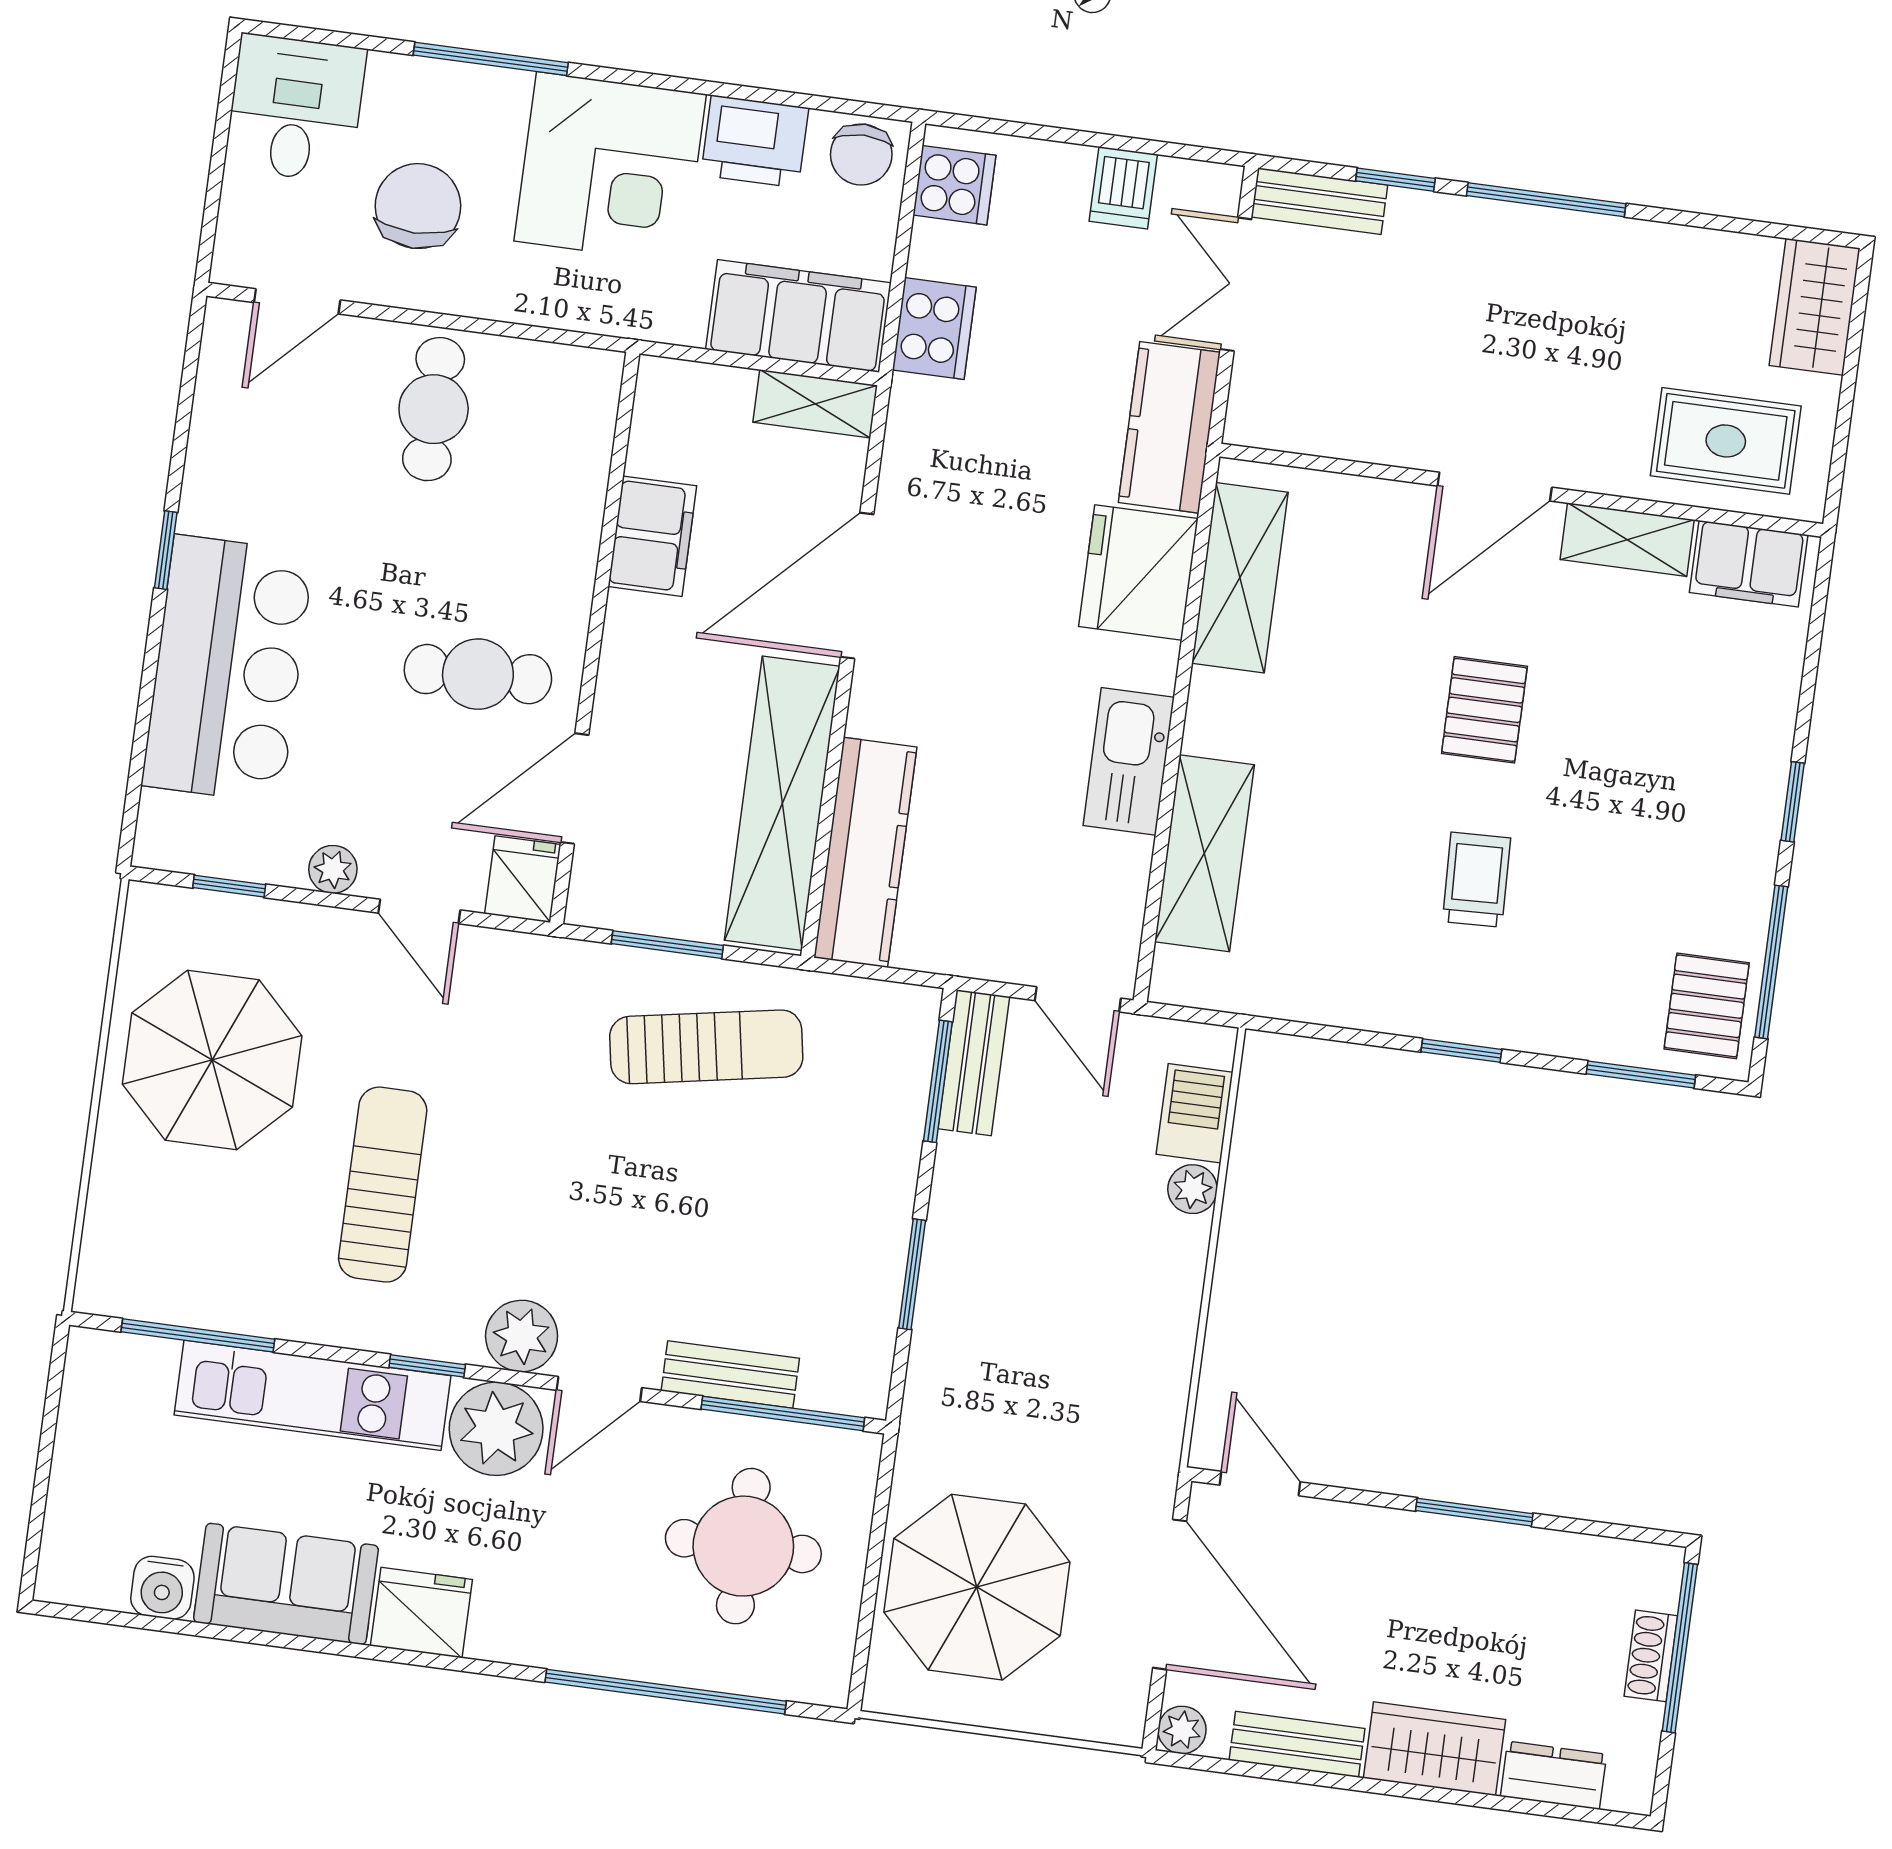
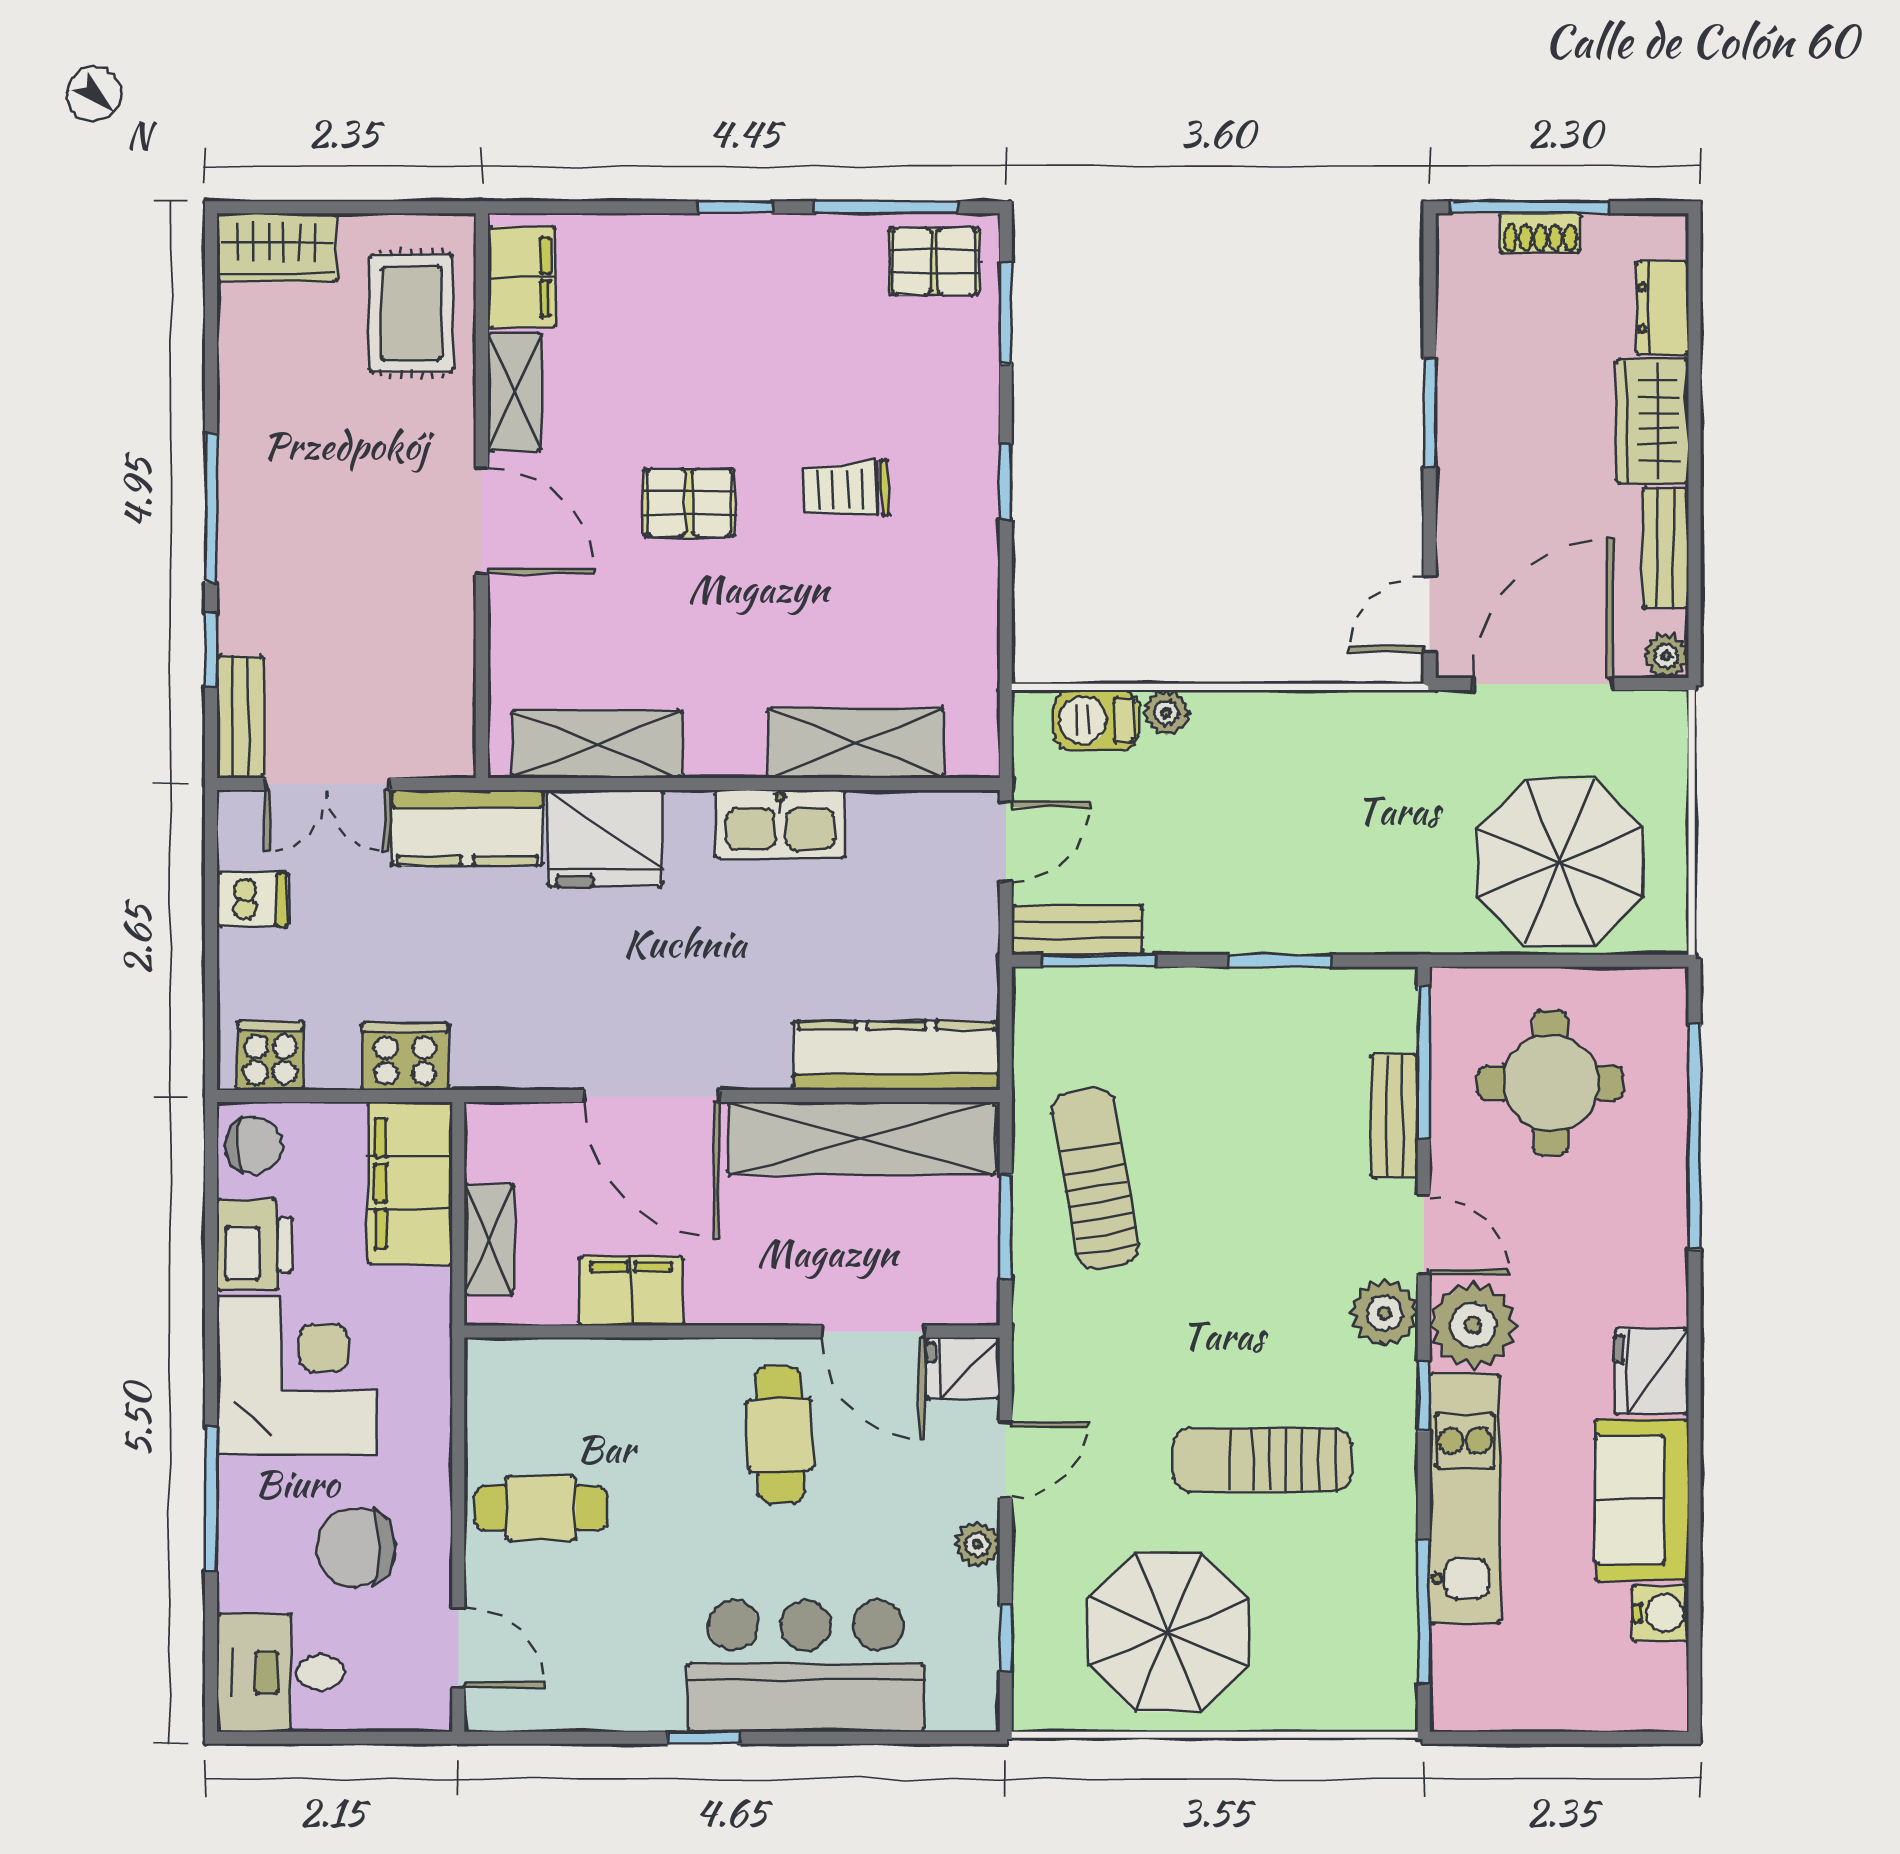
shelving: (815, 404) -> (489, 1239), moved

